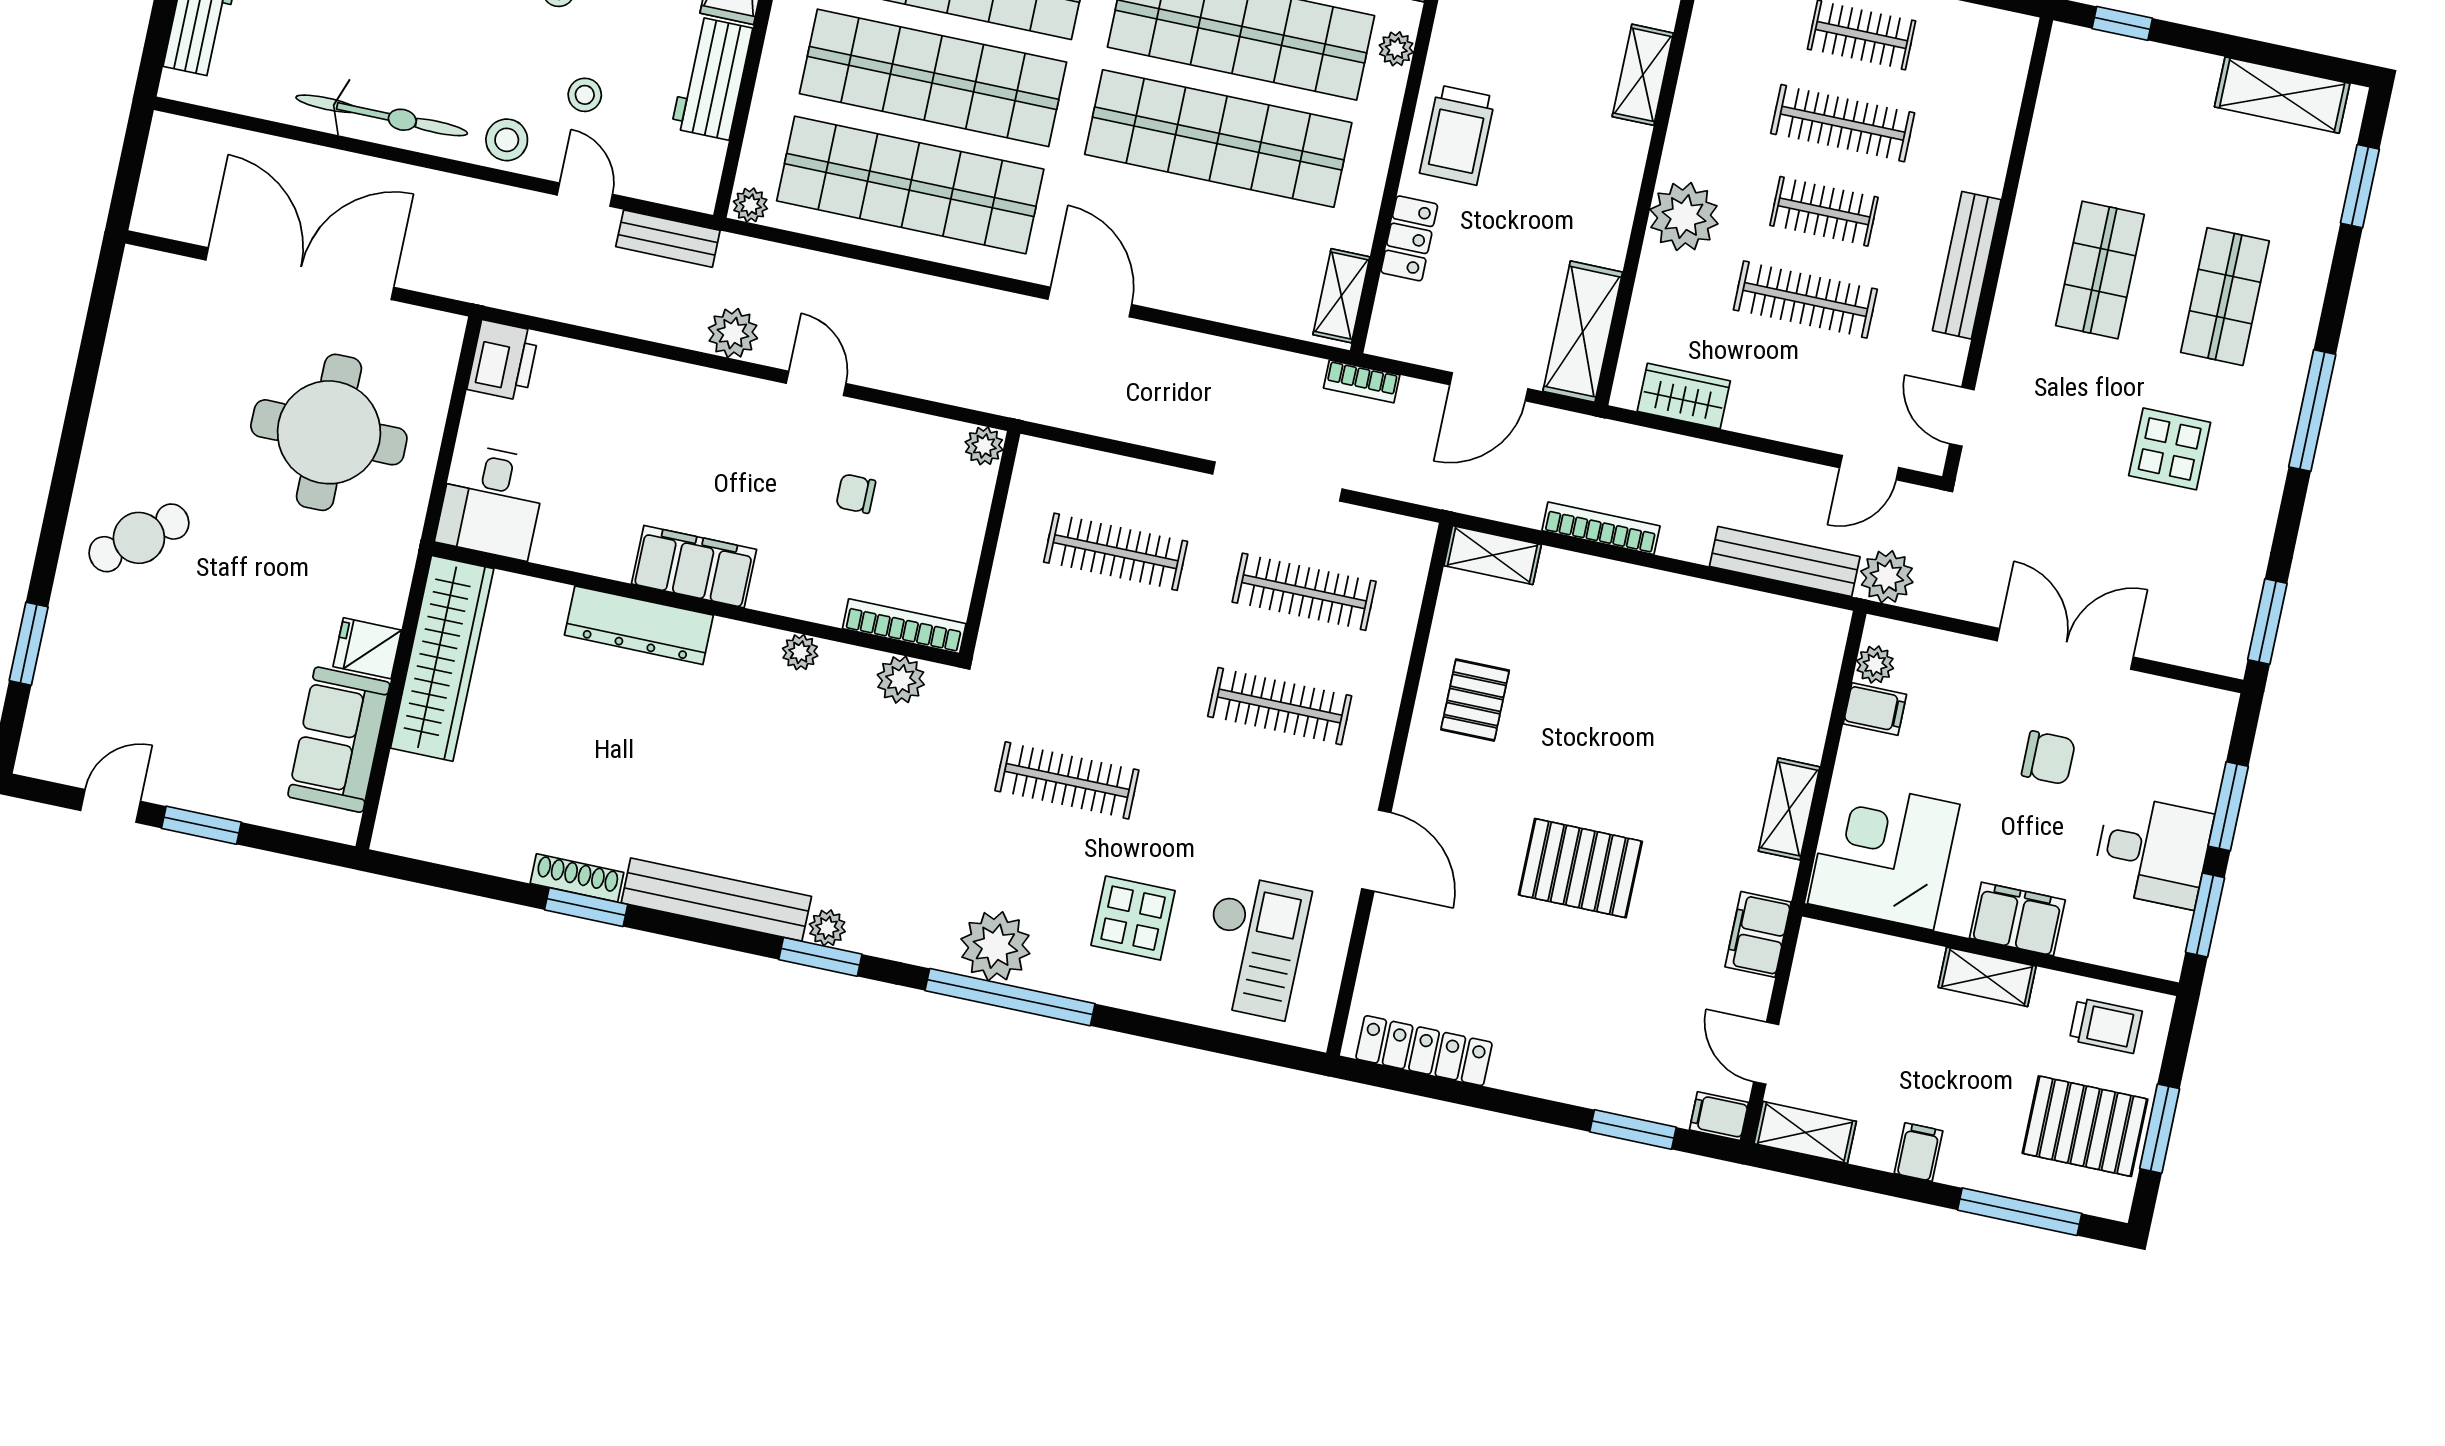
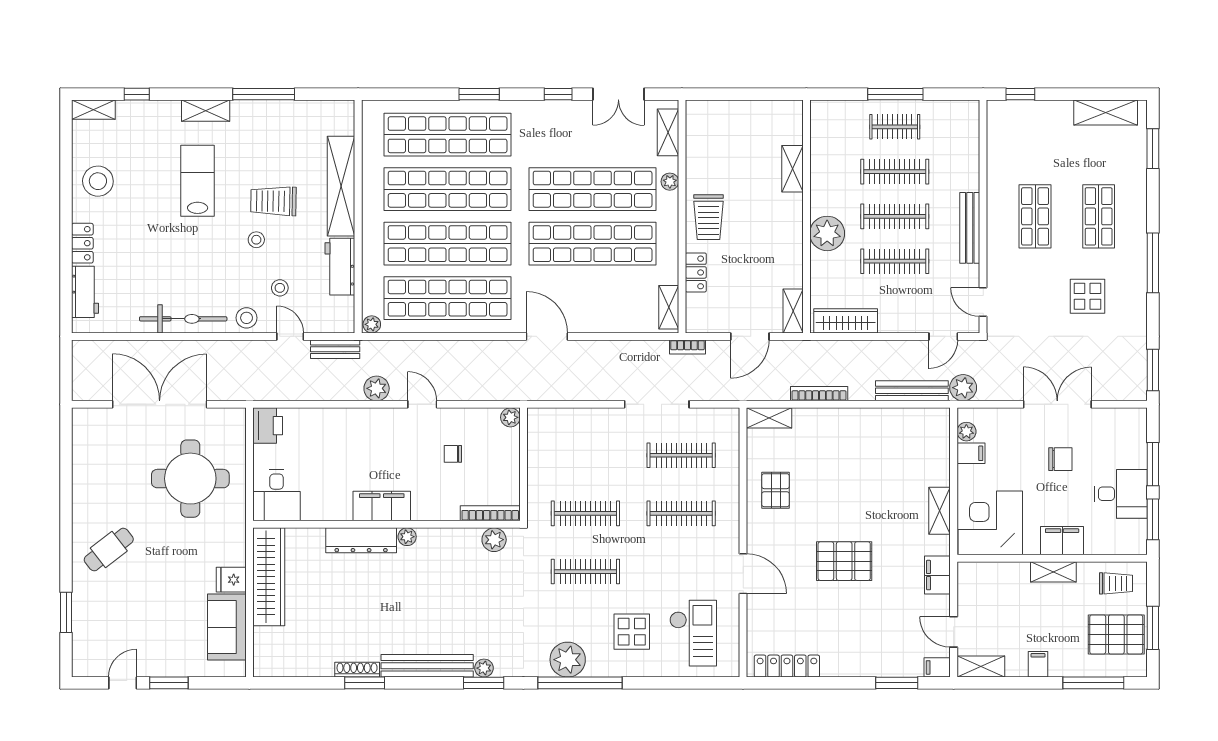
clothes rail: (1824, 211) -> (895, 216), width x1.36
shelving: (1583, 332) -> (793, 311), width x0.67, depth x0.75
wardrobe: (1684, 396) -> (846, 321), width x1.50
clothes rail: (1116, 552) -> (585, 513), moved
plant: (800, 652) -> (407, 537), moved

